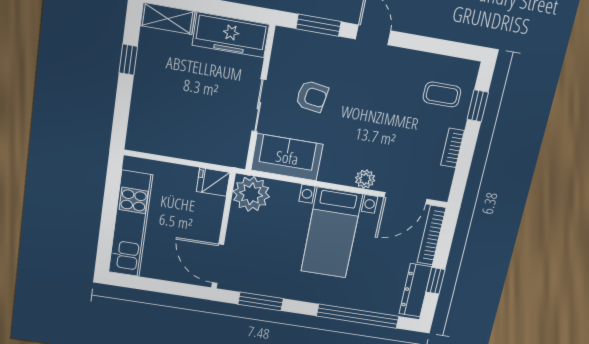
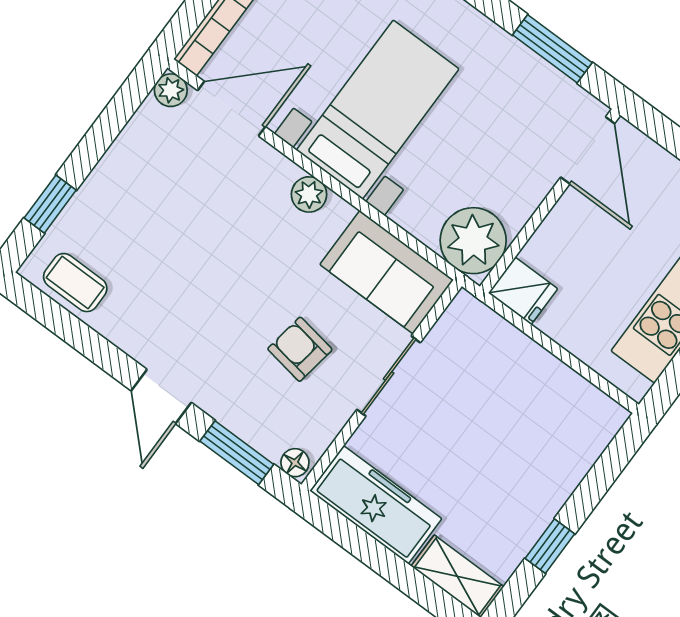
floor lamp: (285, 36) -> (295, 463), added
coffee table: (442, 94) -> (75, 283), moved
bookcase: (452, 148) -> (119, 155), removed
plant: (365, 179) -> (309, 194), moved
plant: (440, 192) -> (171, 90), added

